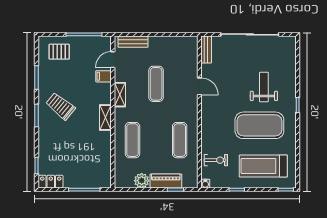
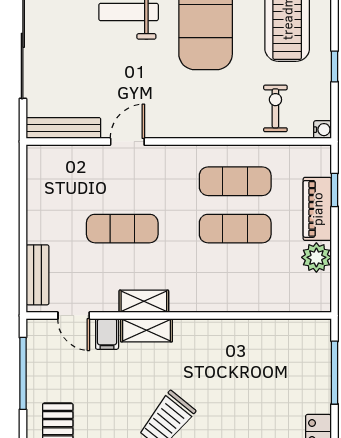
bench: (206, 50) -> (63, 128), width x1.36
shelving: (105, 118) -> (146, 330), moved
exercise mat: (133, 140) -> (235, 229), moved

